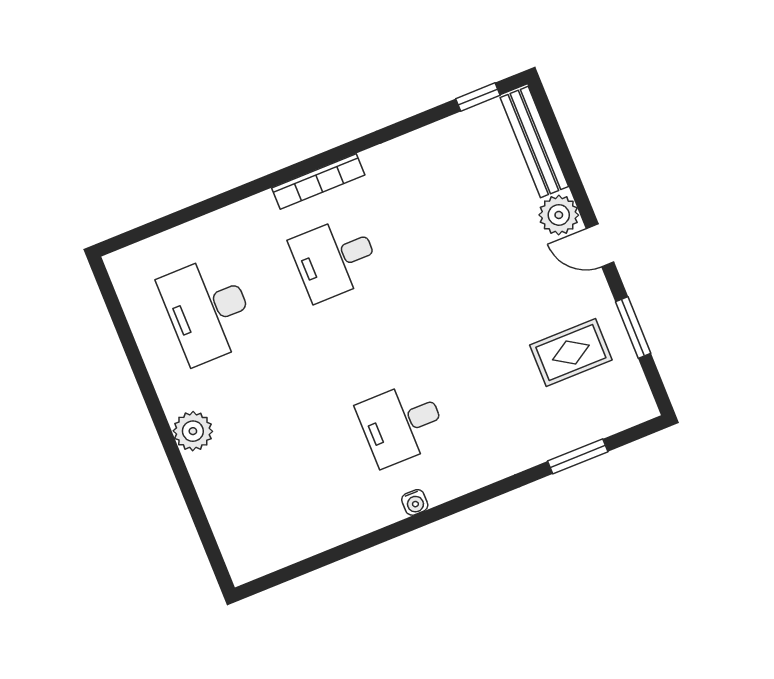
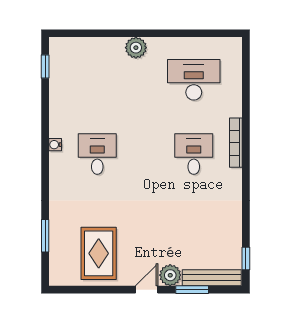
bookcase: (318, 181) -> (236, 143), moved
window: (633, 328) -> (192, 290), moved
rug: (571, 353) -> (99, 253), width x1.36, depth x1.43
window: (288, 573) -> (45, 67), added

